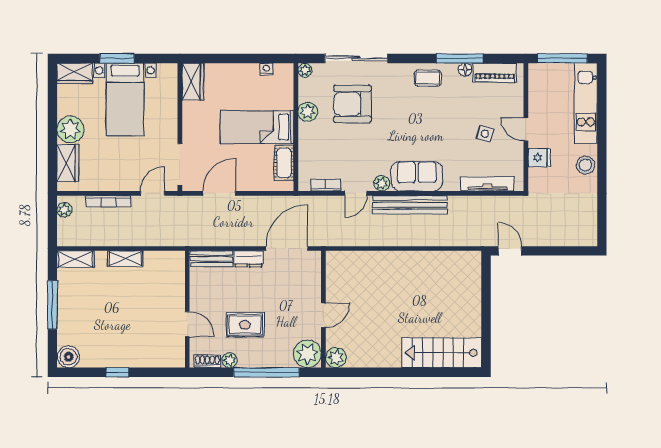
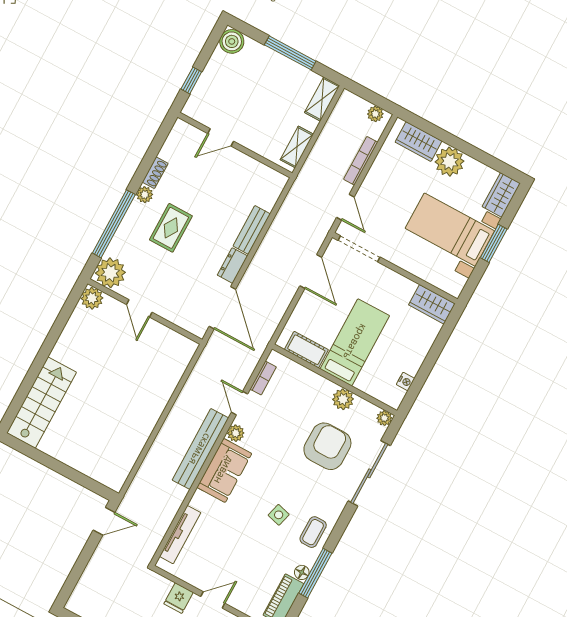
side table: (485, 134) -> (279, 515), moved
wall: (187, 309) -> (235, 145), moved
door: (187, 324) -> (221, 137), moved

